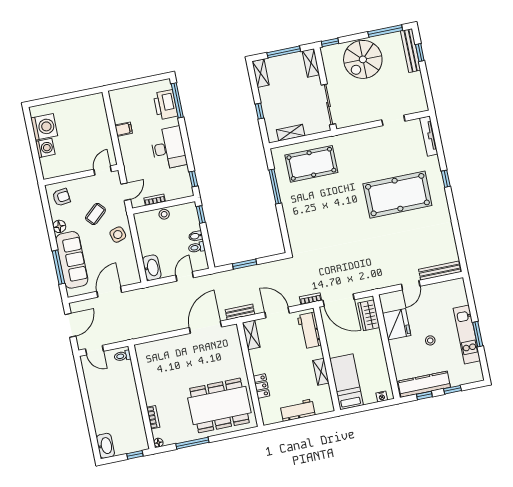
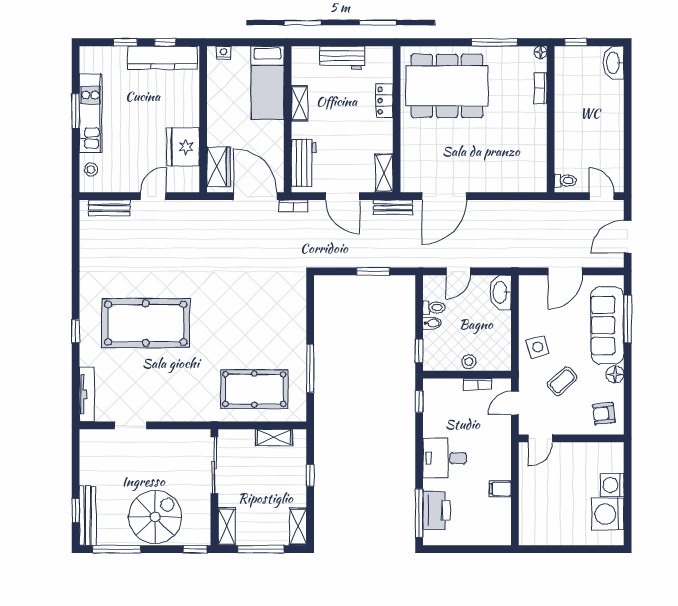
desk: (168, 148) -> (445, 458), width x0.73
bench: (440, 271) -> (109, 208), width x0.73
stool: (430, 340) -> (91, 170), moved

